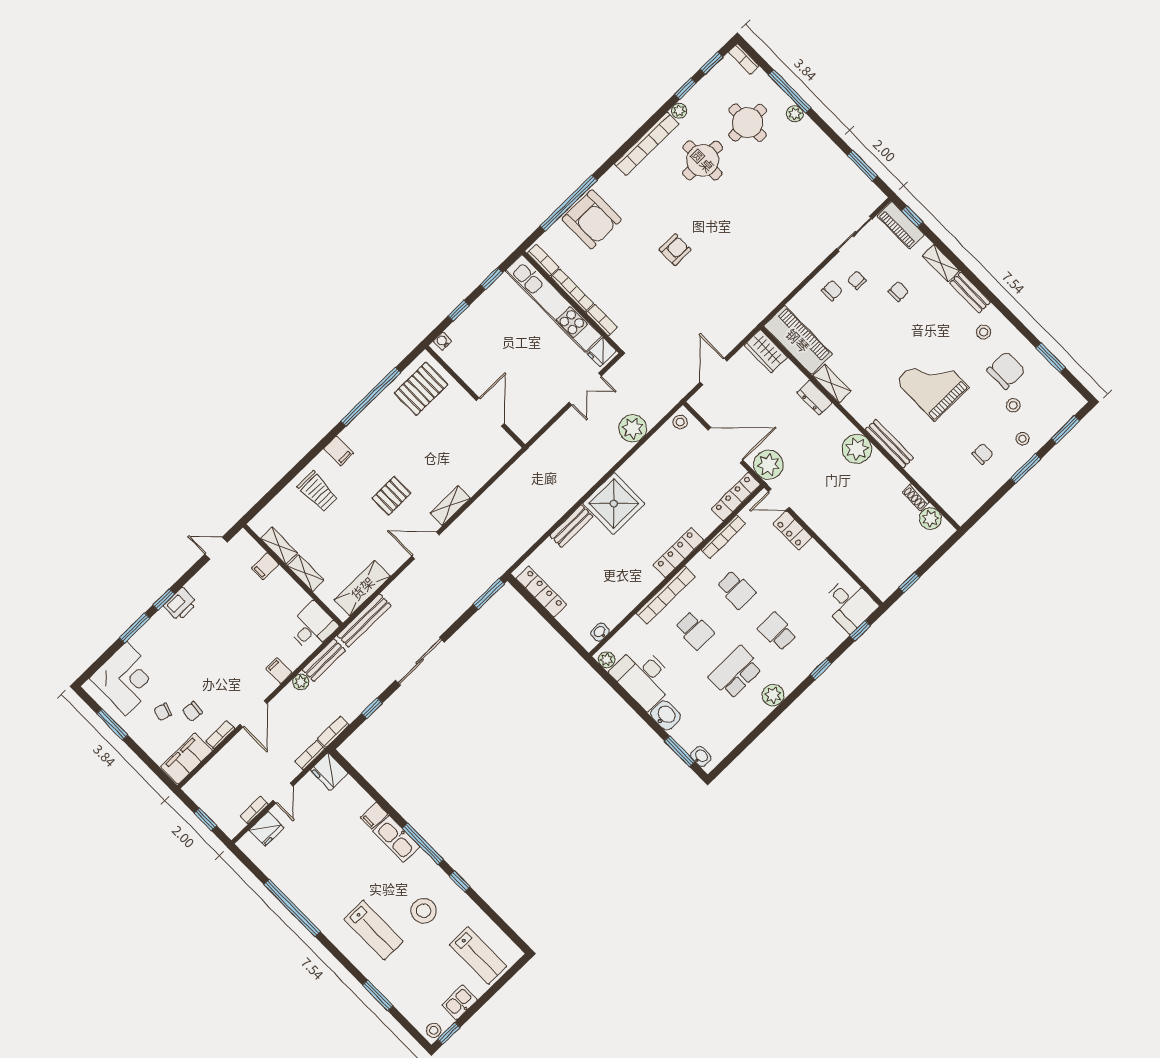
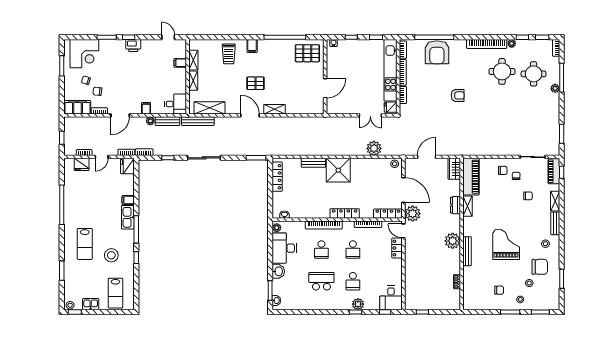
plant: (931, 519) -> (455, 295), removed
school desk: (777, 632) -> (353, 281), turned 180
plant: (773, 695) -> (358, 304), moved

